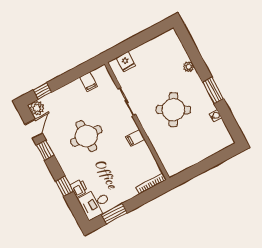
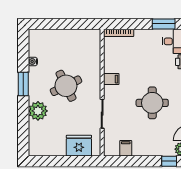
fridge: (126, 62) -> (79, 146), width x1.88, depth x1.34
plant: (189, 67) -> (38, 111), width x1.87, depth x1.87
round table: (173, 110) -> (66, 86), turned 35

